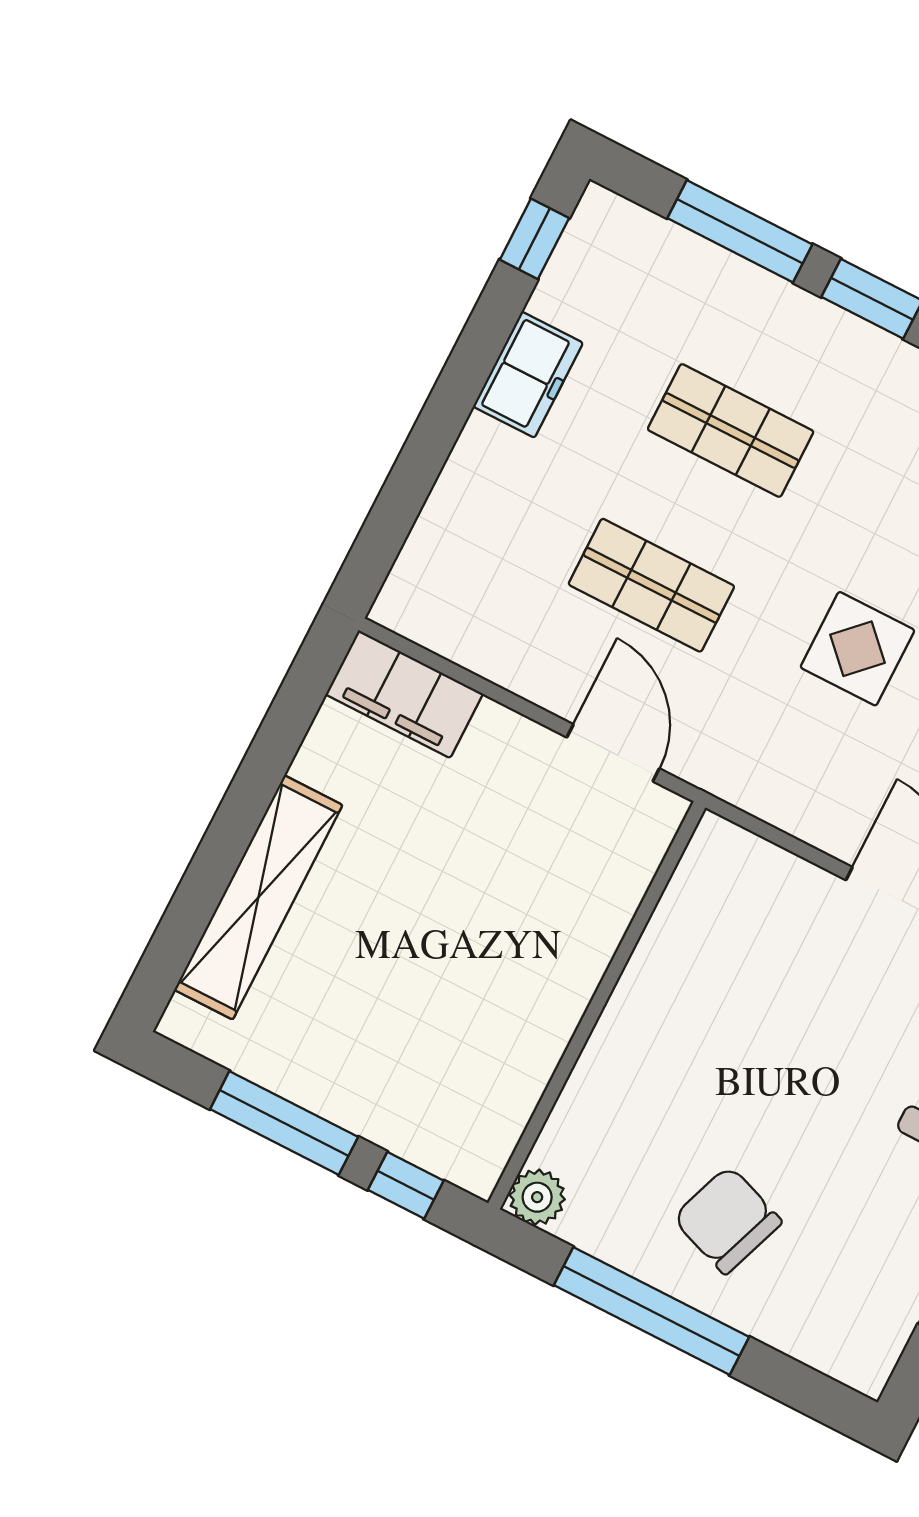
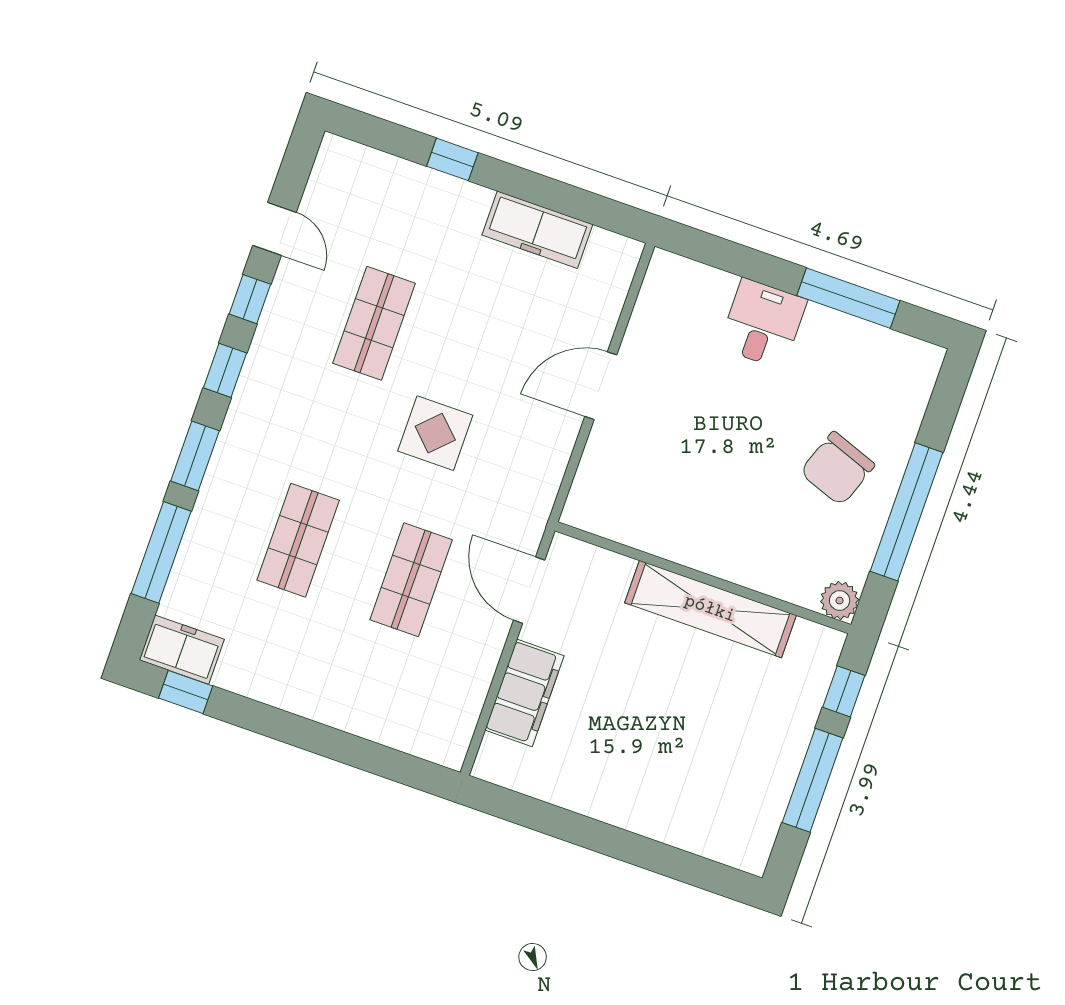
freezer: (528, 375) -> (182, 650), moved
filing cabinet: (404, 694) -> (524, 693), moved
door: (613, 753) -> (529, 590), hinge flipped
shelving: (258, 897) -> (710, 609), moved

